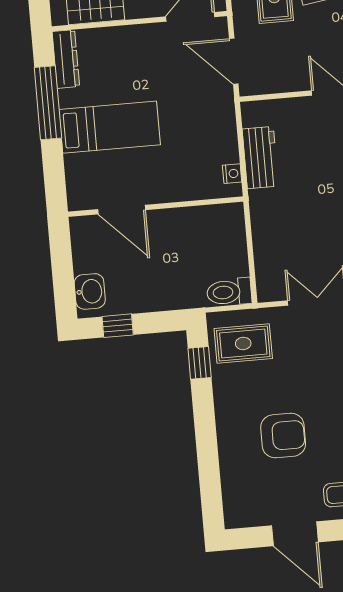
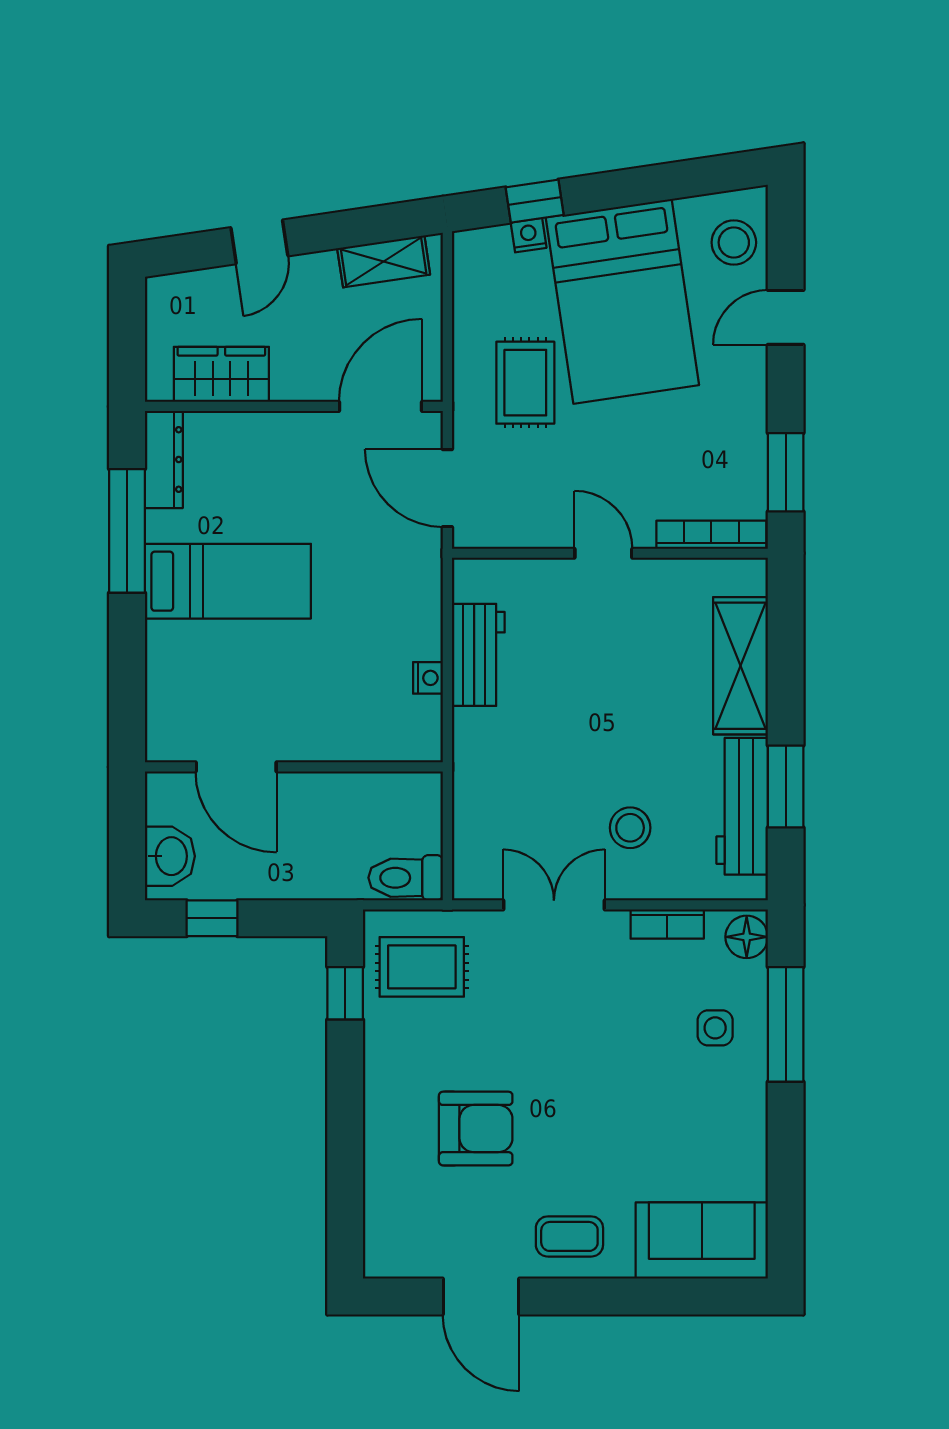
wall: (156, 207) -> (294, 767), moved
door: (122, 210) -> (236, 767), moved

